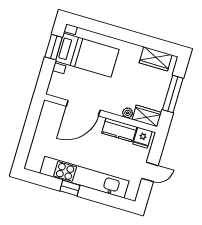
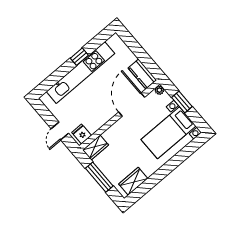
window: (54, 47) -> (182, 102), moved
plant: (128, 113) -> (159, 90), moved
kitchen counter: (119, 130) -> (142, 74), moved, turned -90
door: (150, 172) -> (60, 131), moved

